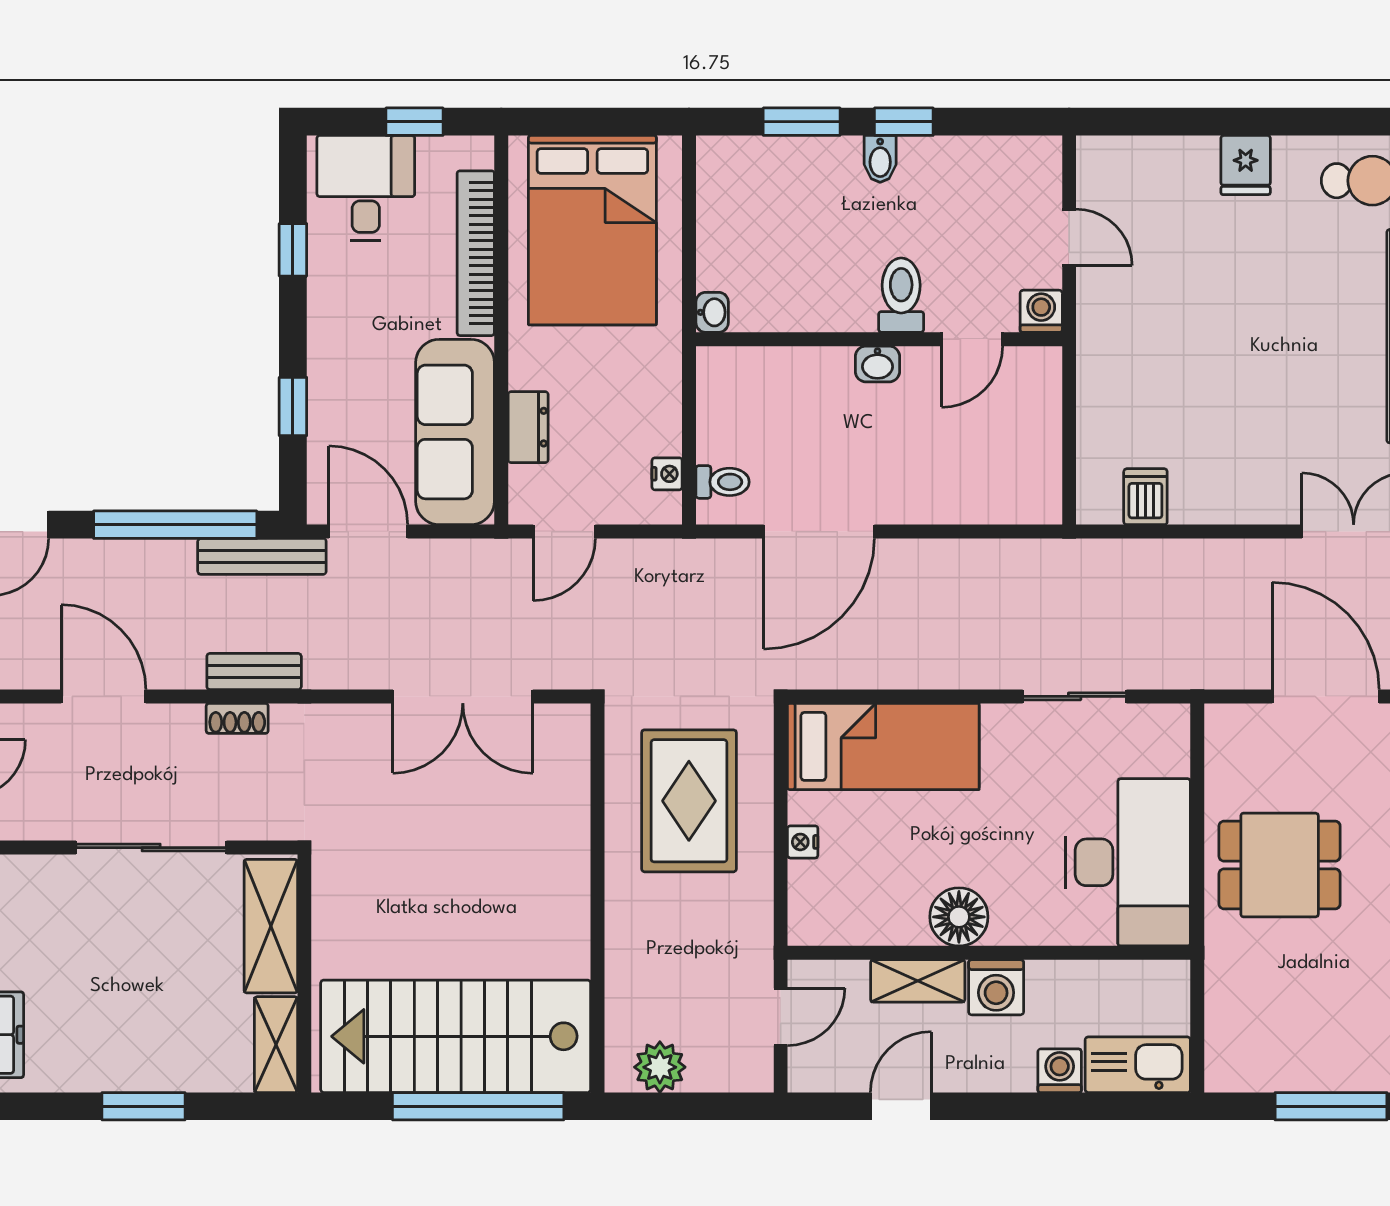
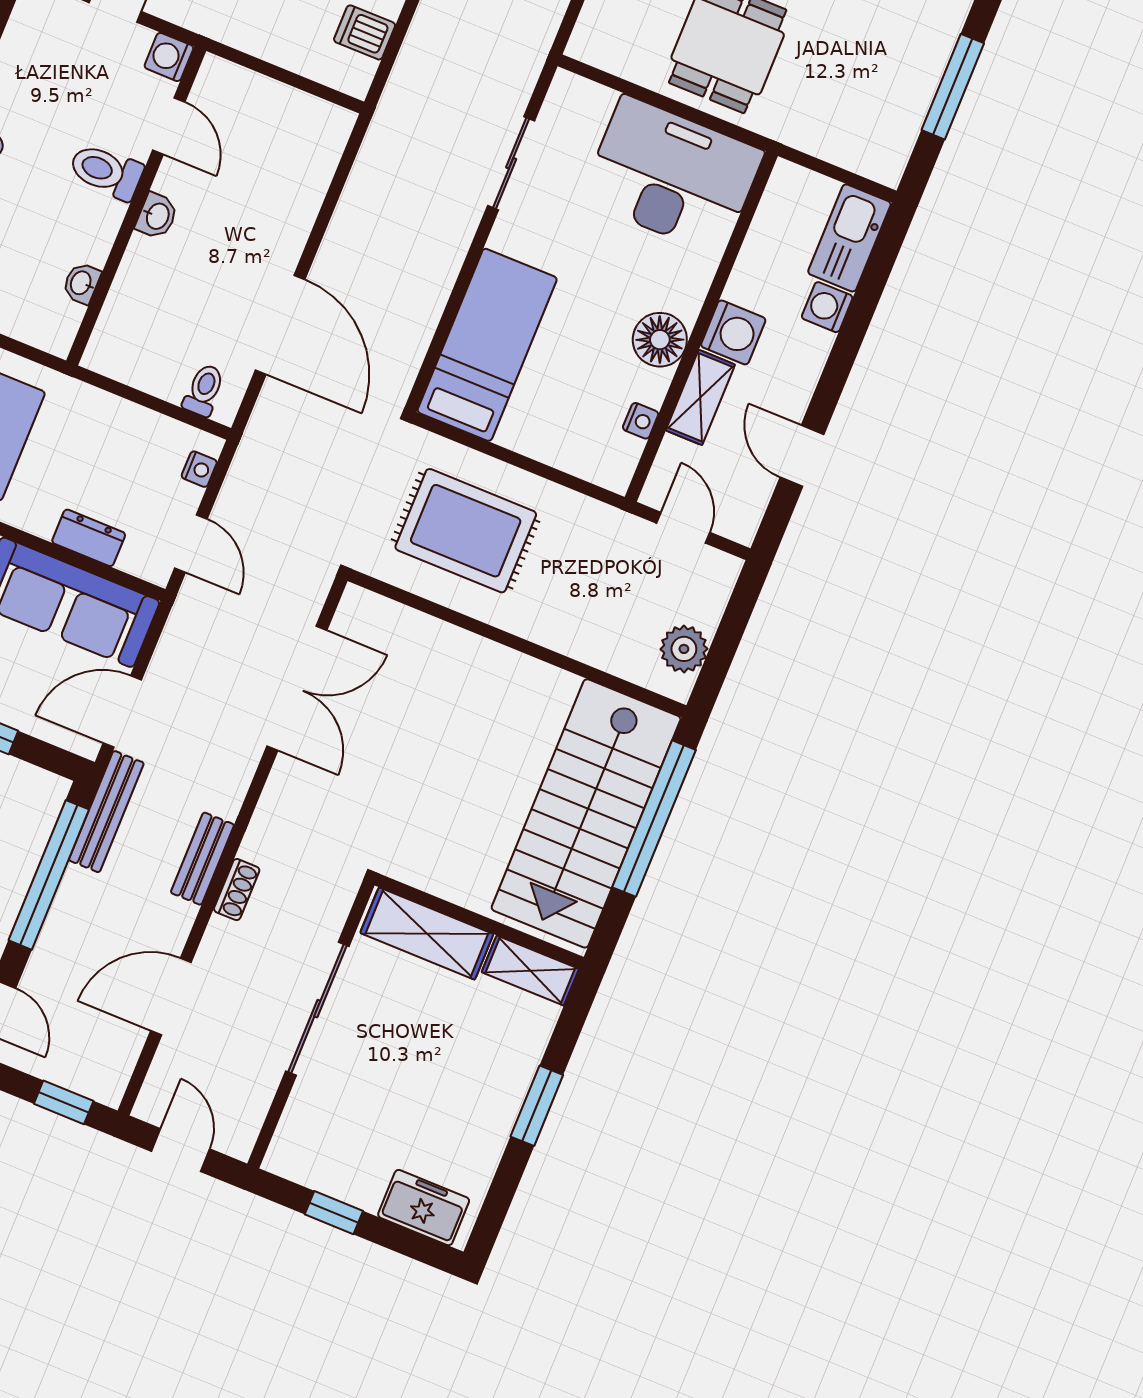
washbasin: (712, 312) -> (81, 283), moved, turned -90
nightstand: (667, 474) -> (199, 469), moved, turned 90
nightstand: (803, 842) -> (641, 421), moved, turned -90

